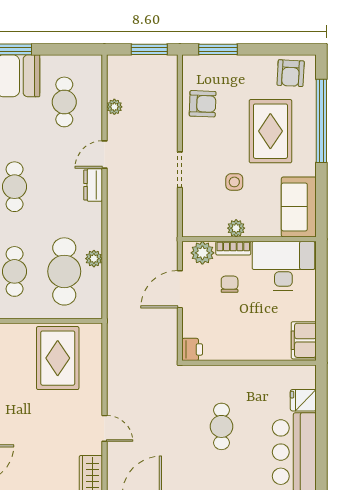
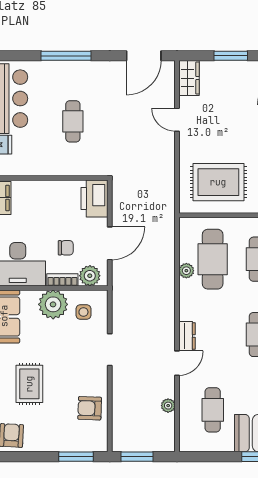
rug: (270, 131) -> (29, 384), width x0.73, depth x0.70
side table: (234, 182) -> (83, 312), moved
plant: (236, 228) -> (53, 304), width x1.88, depth x1.88
chair: (230, 284) -> (66, 248), turned -90
printer: (192, 349) -> (95, 198), width x1.87, depth x1.48
rug: (58, 358) -> (218, 182), turned 90

